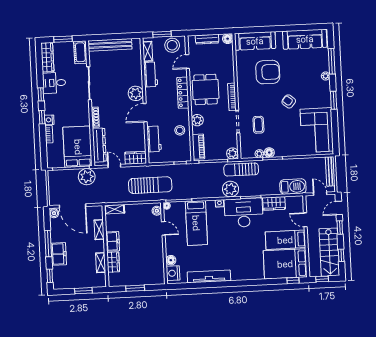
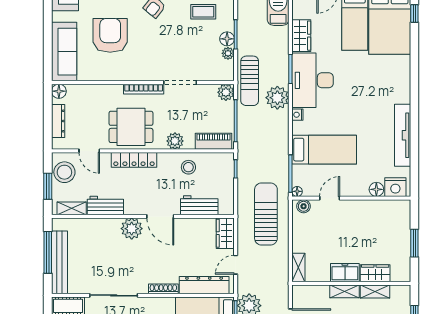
window: (116, 37) -> (48, 252), added
coffee table: (258, 125) -> (203, 12), moved
shelving: (99, 230) -> (344, 291), moved

